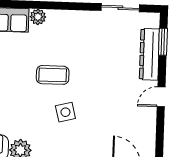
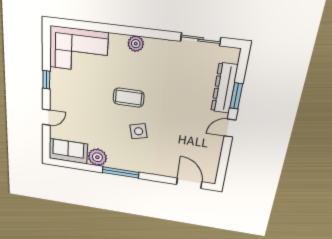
plant: (38, 17) -> (136, 44), moved
window: (163, 42) -> (236, 96), moved

